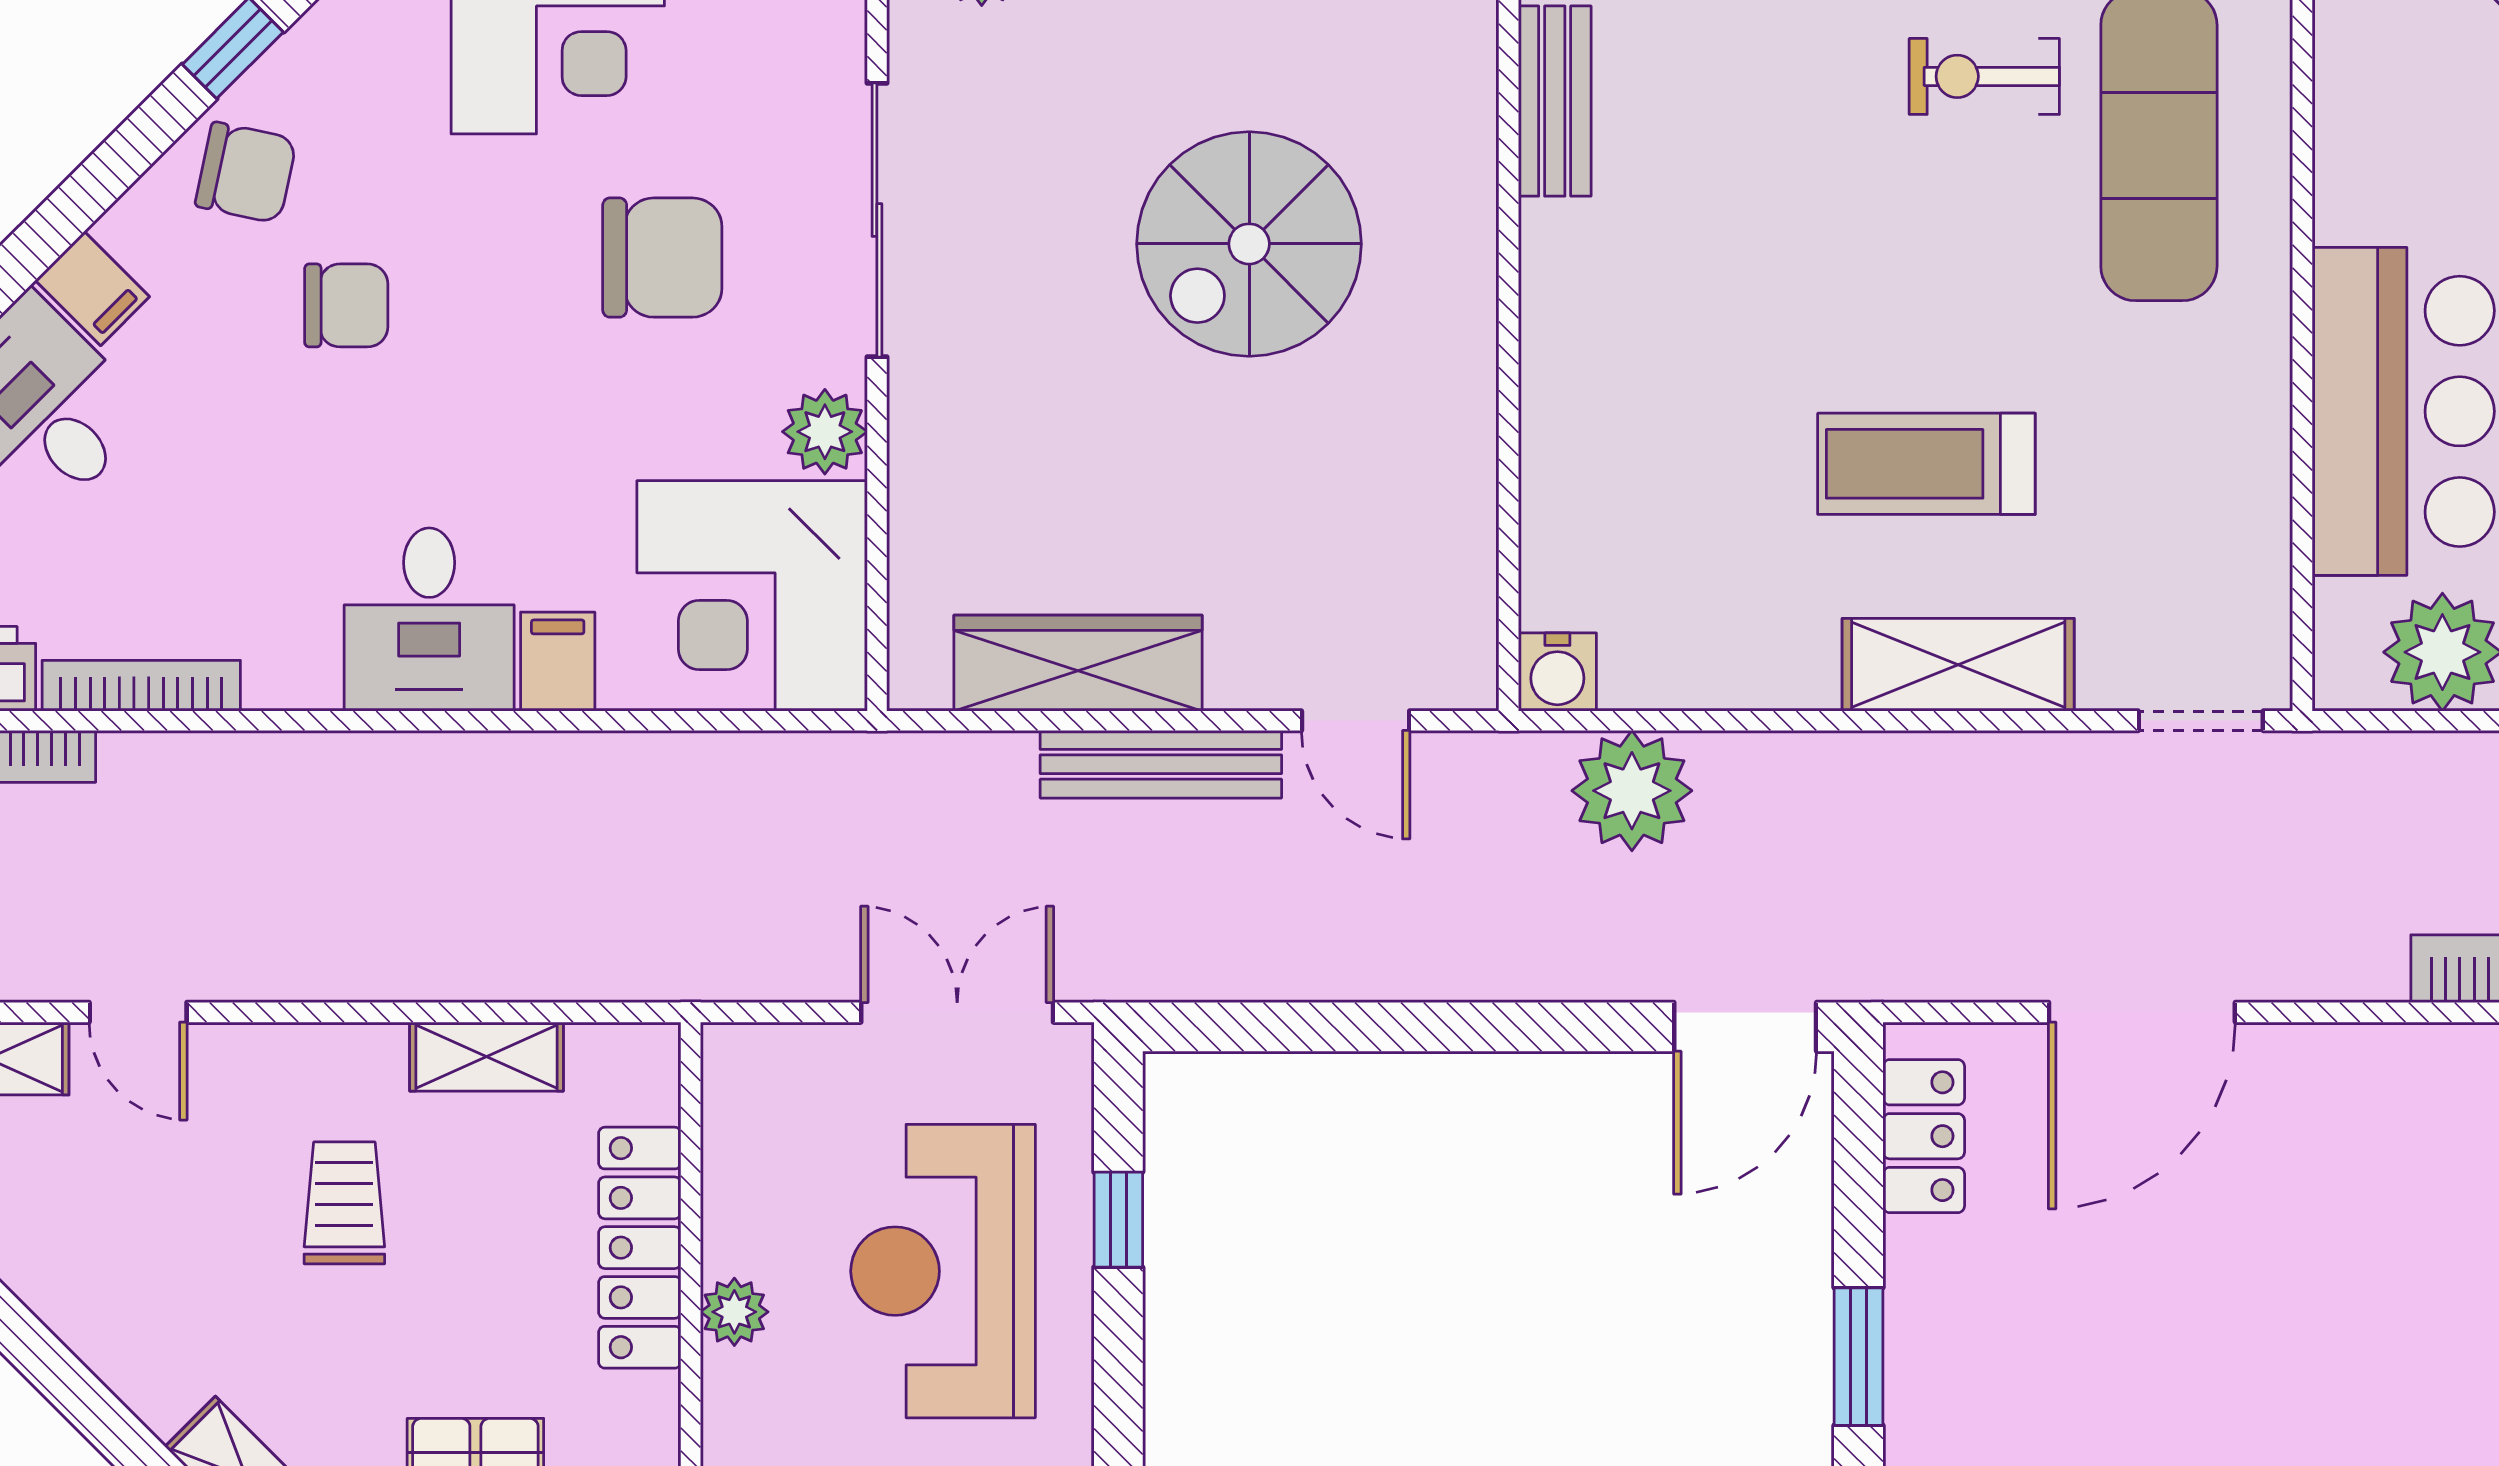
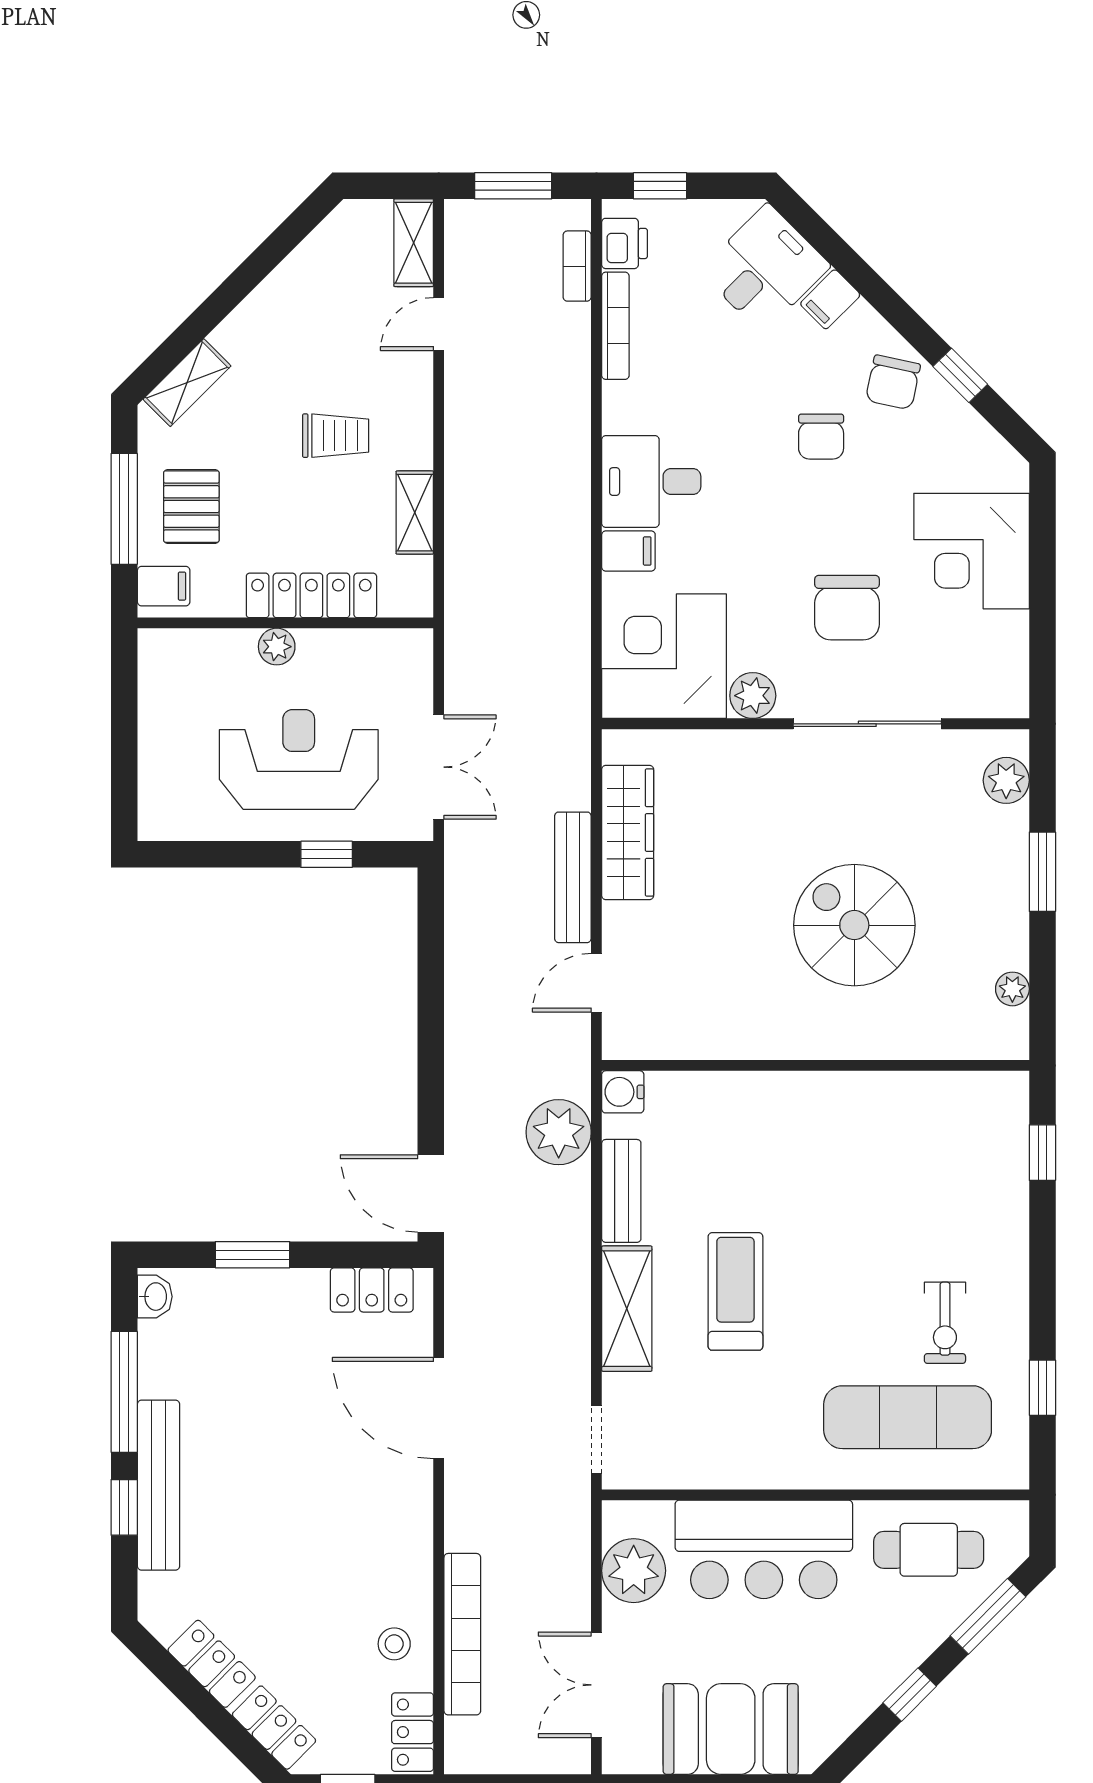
exercise bike: (1984, 76) -> (945, 1323), turned 180
bench: (1555, 101) -> (621, 1191), moved, turned 90
cafe table: (2404, 107) -> (929, 1550), added

